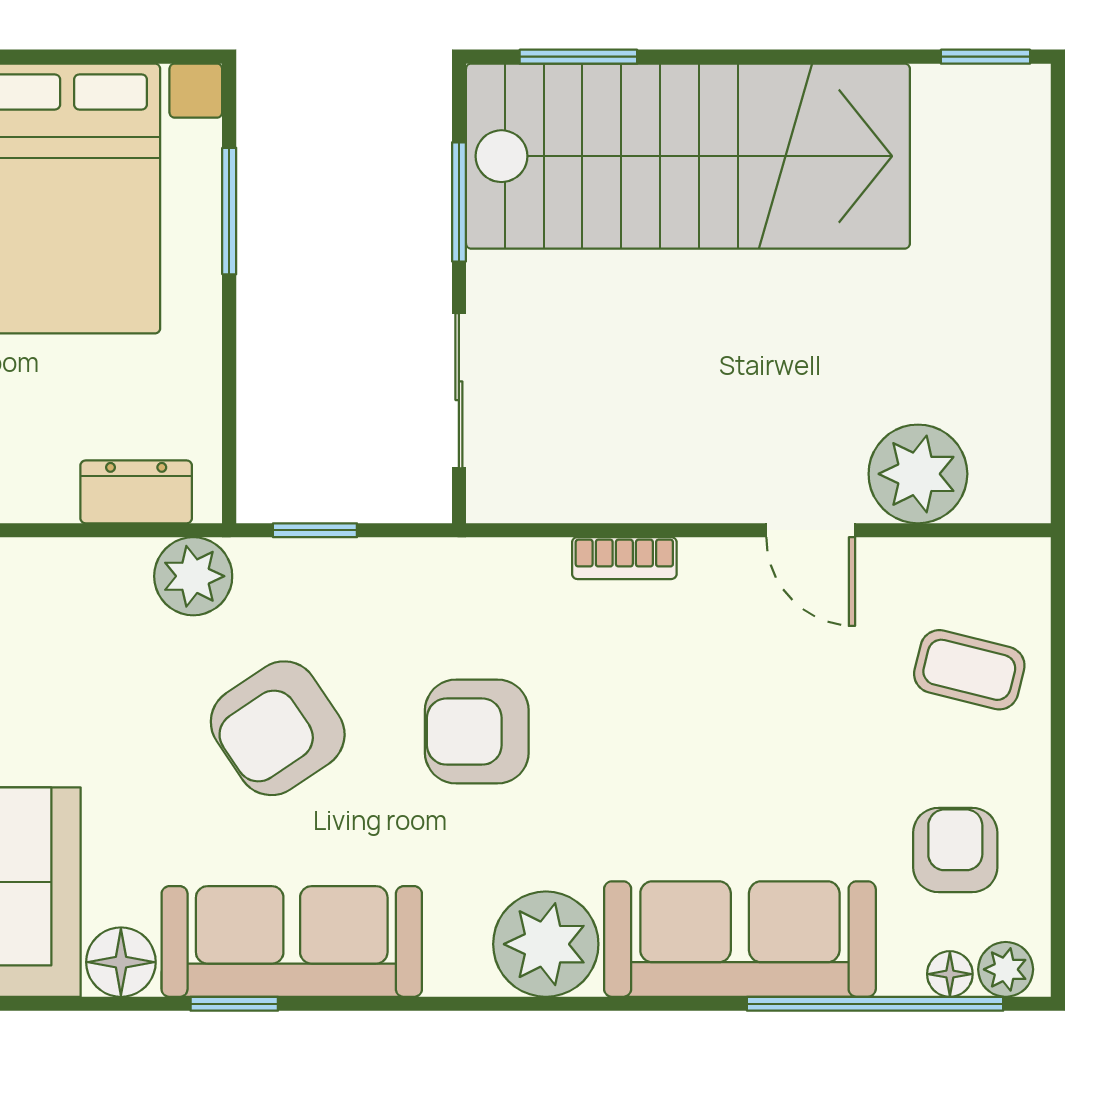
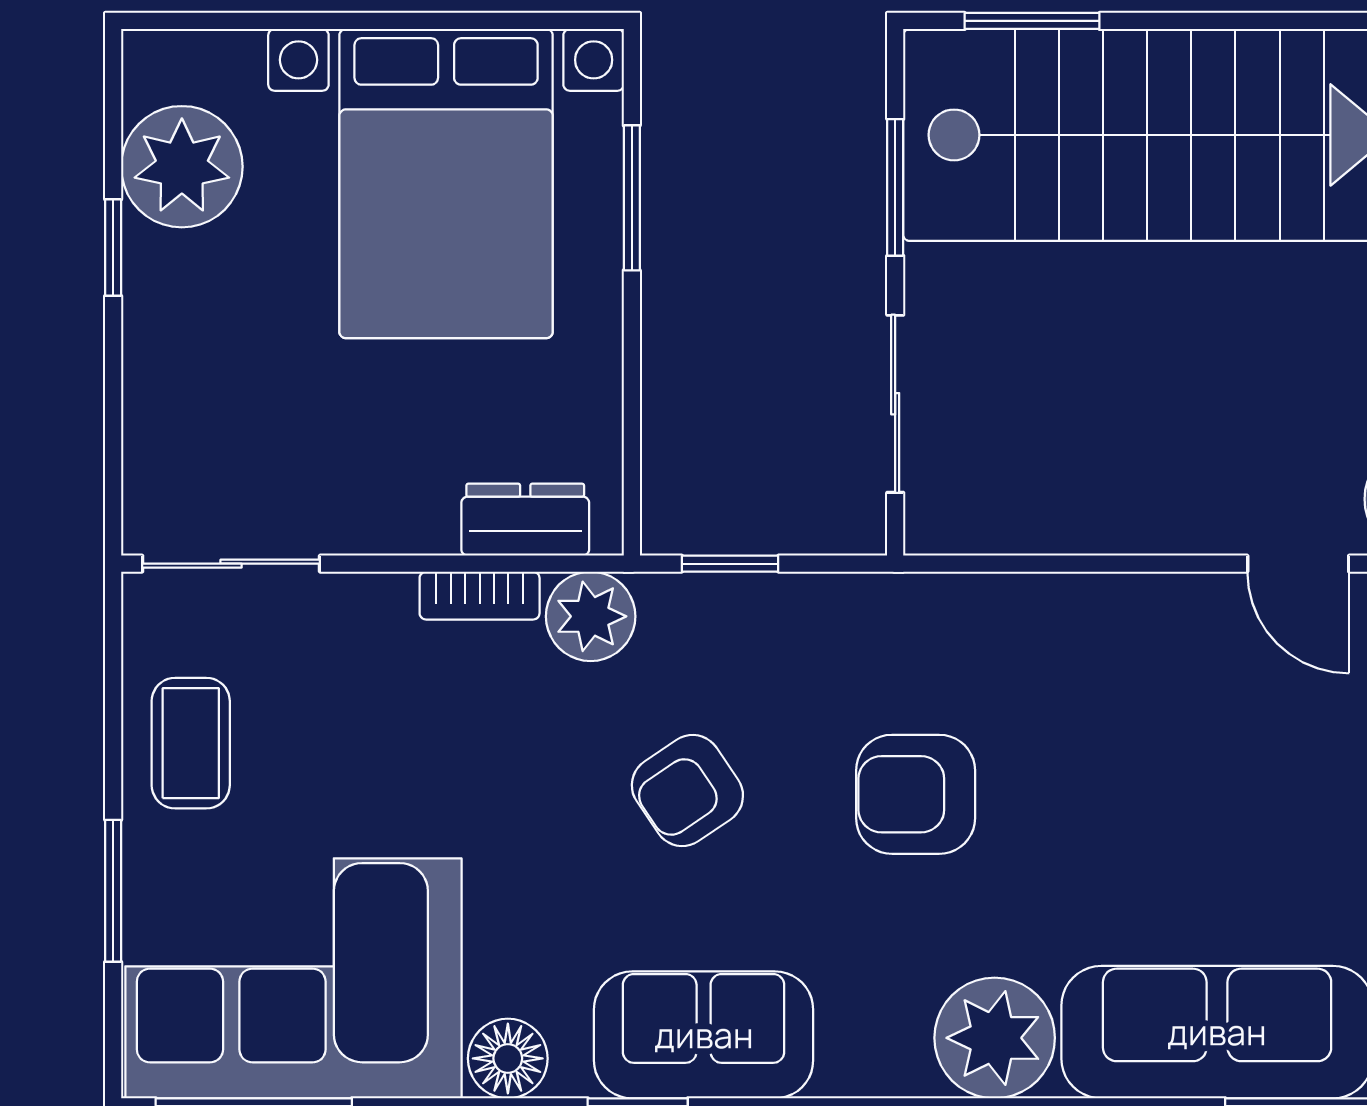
bookcase: (624, 558) -> (480, 596), moved
armchair: (278, 728) -> (687, 791), width x0.72, depth x0.72
sofa: (292, 941) -> (704, 1035), width x0.73

